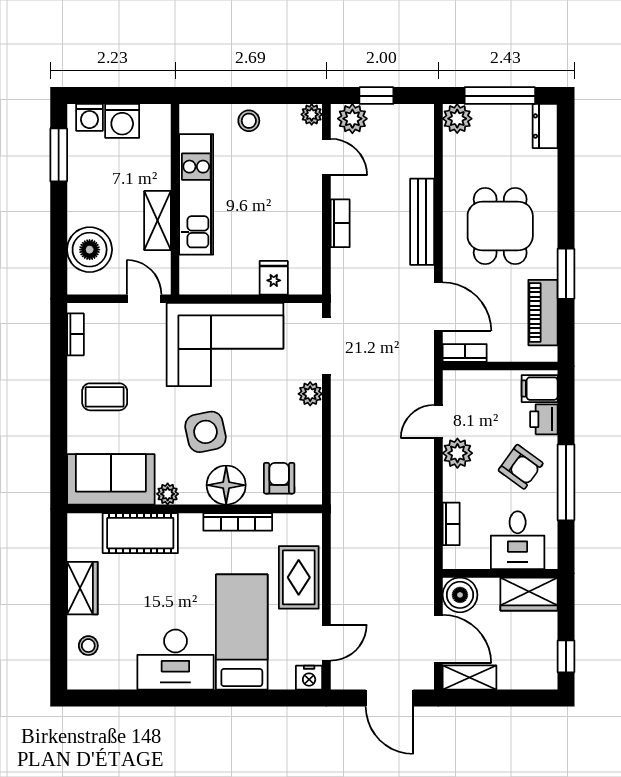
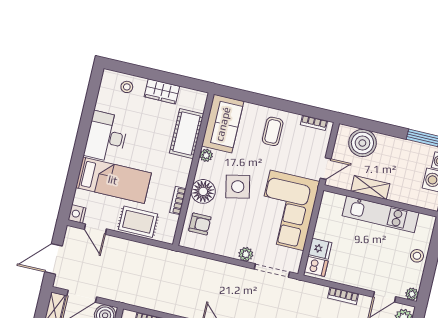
dishwasher: (303, 277) -> (316, 266), added
bookcase: (238, 522) -> (178, 201), width x0.64

